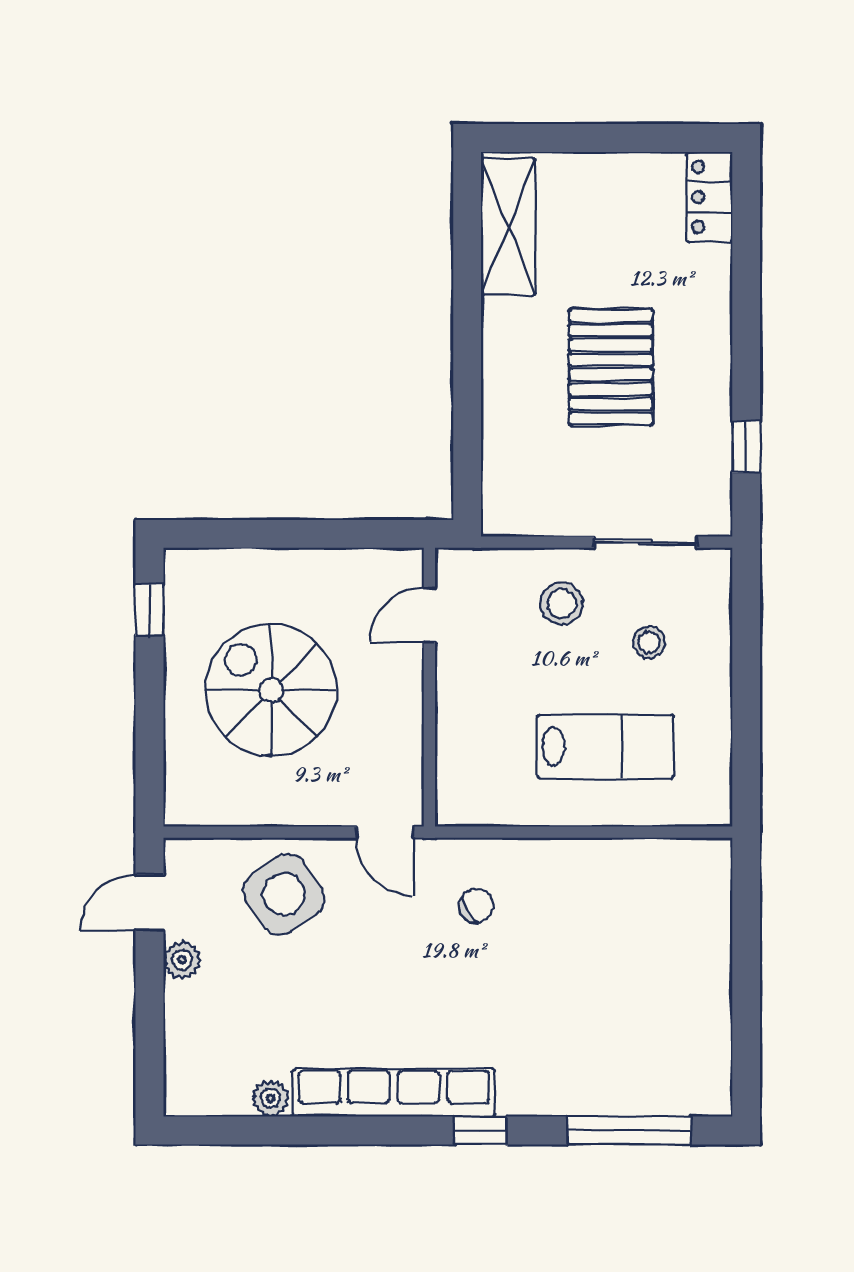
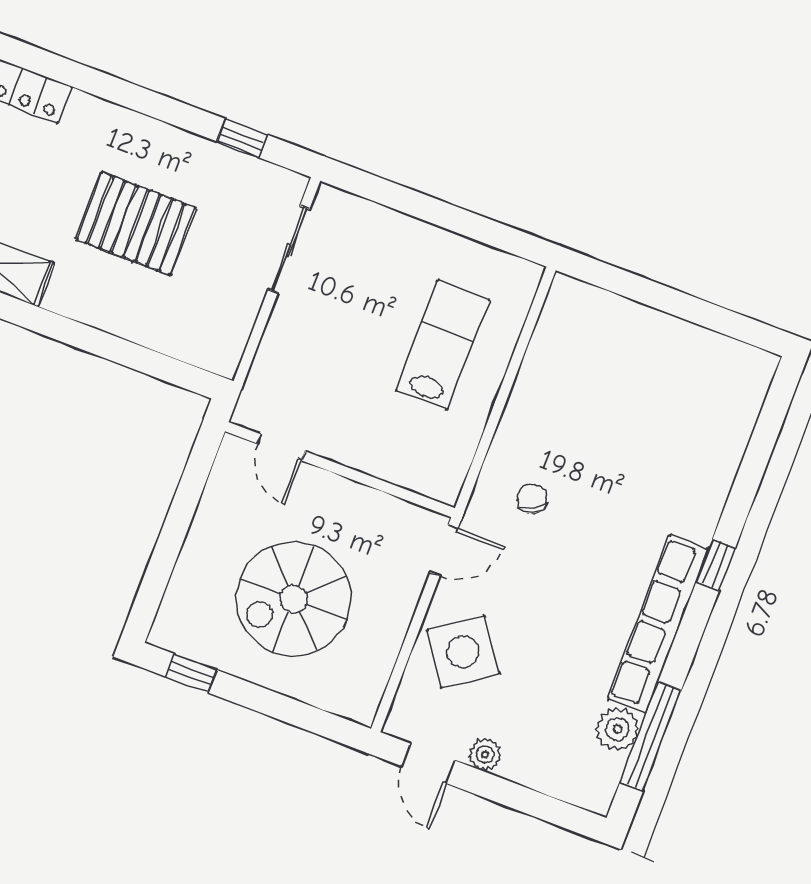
stool: (562, 603) -> (313, 336), removed
stool: (649, 642) -> (371, 277), removed
plant: (271, 1098) -> (617, 729), width x1.38, depth x1.38
window: (629, 1130) -> (651, 736), moved

